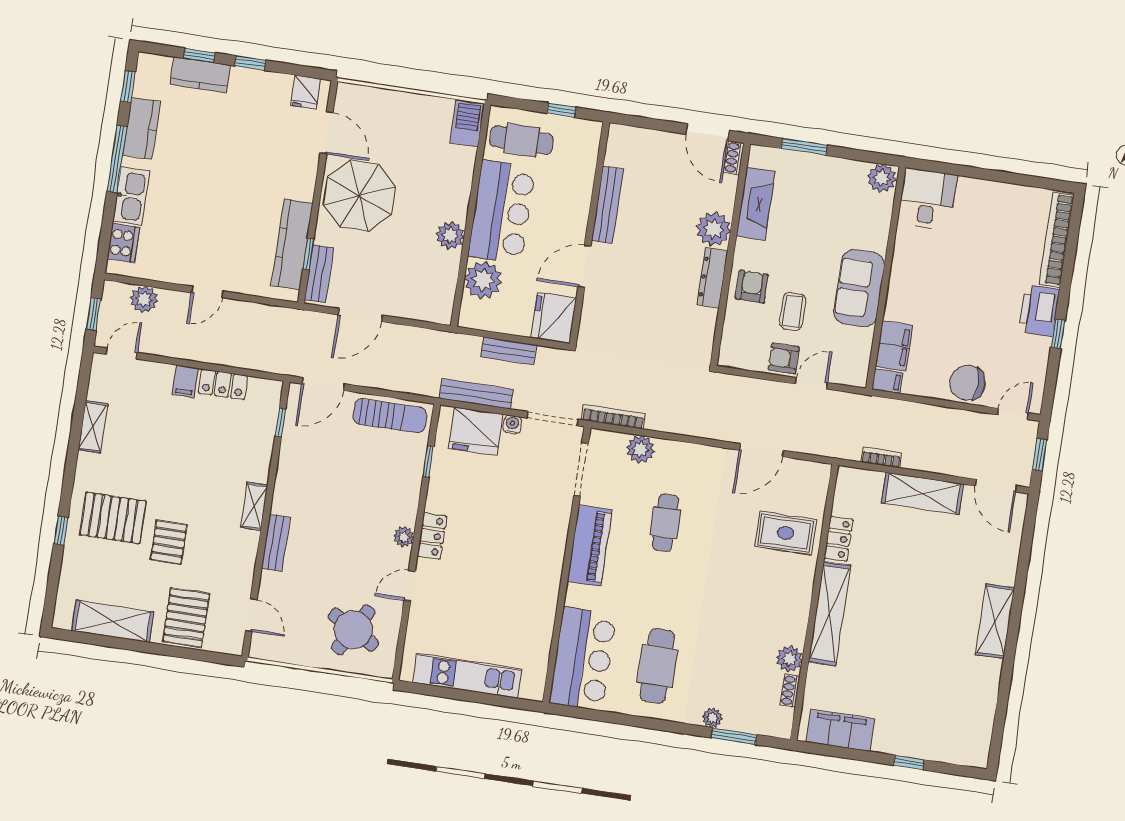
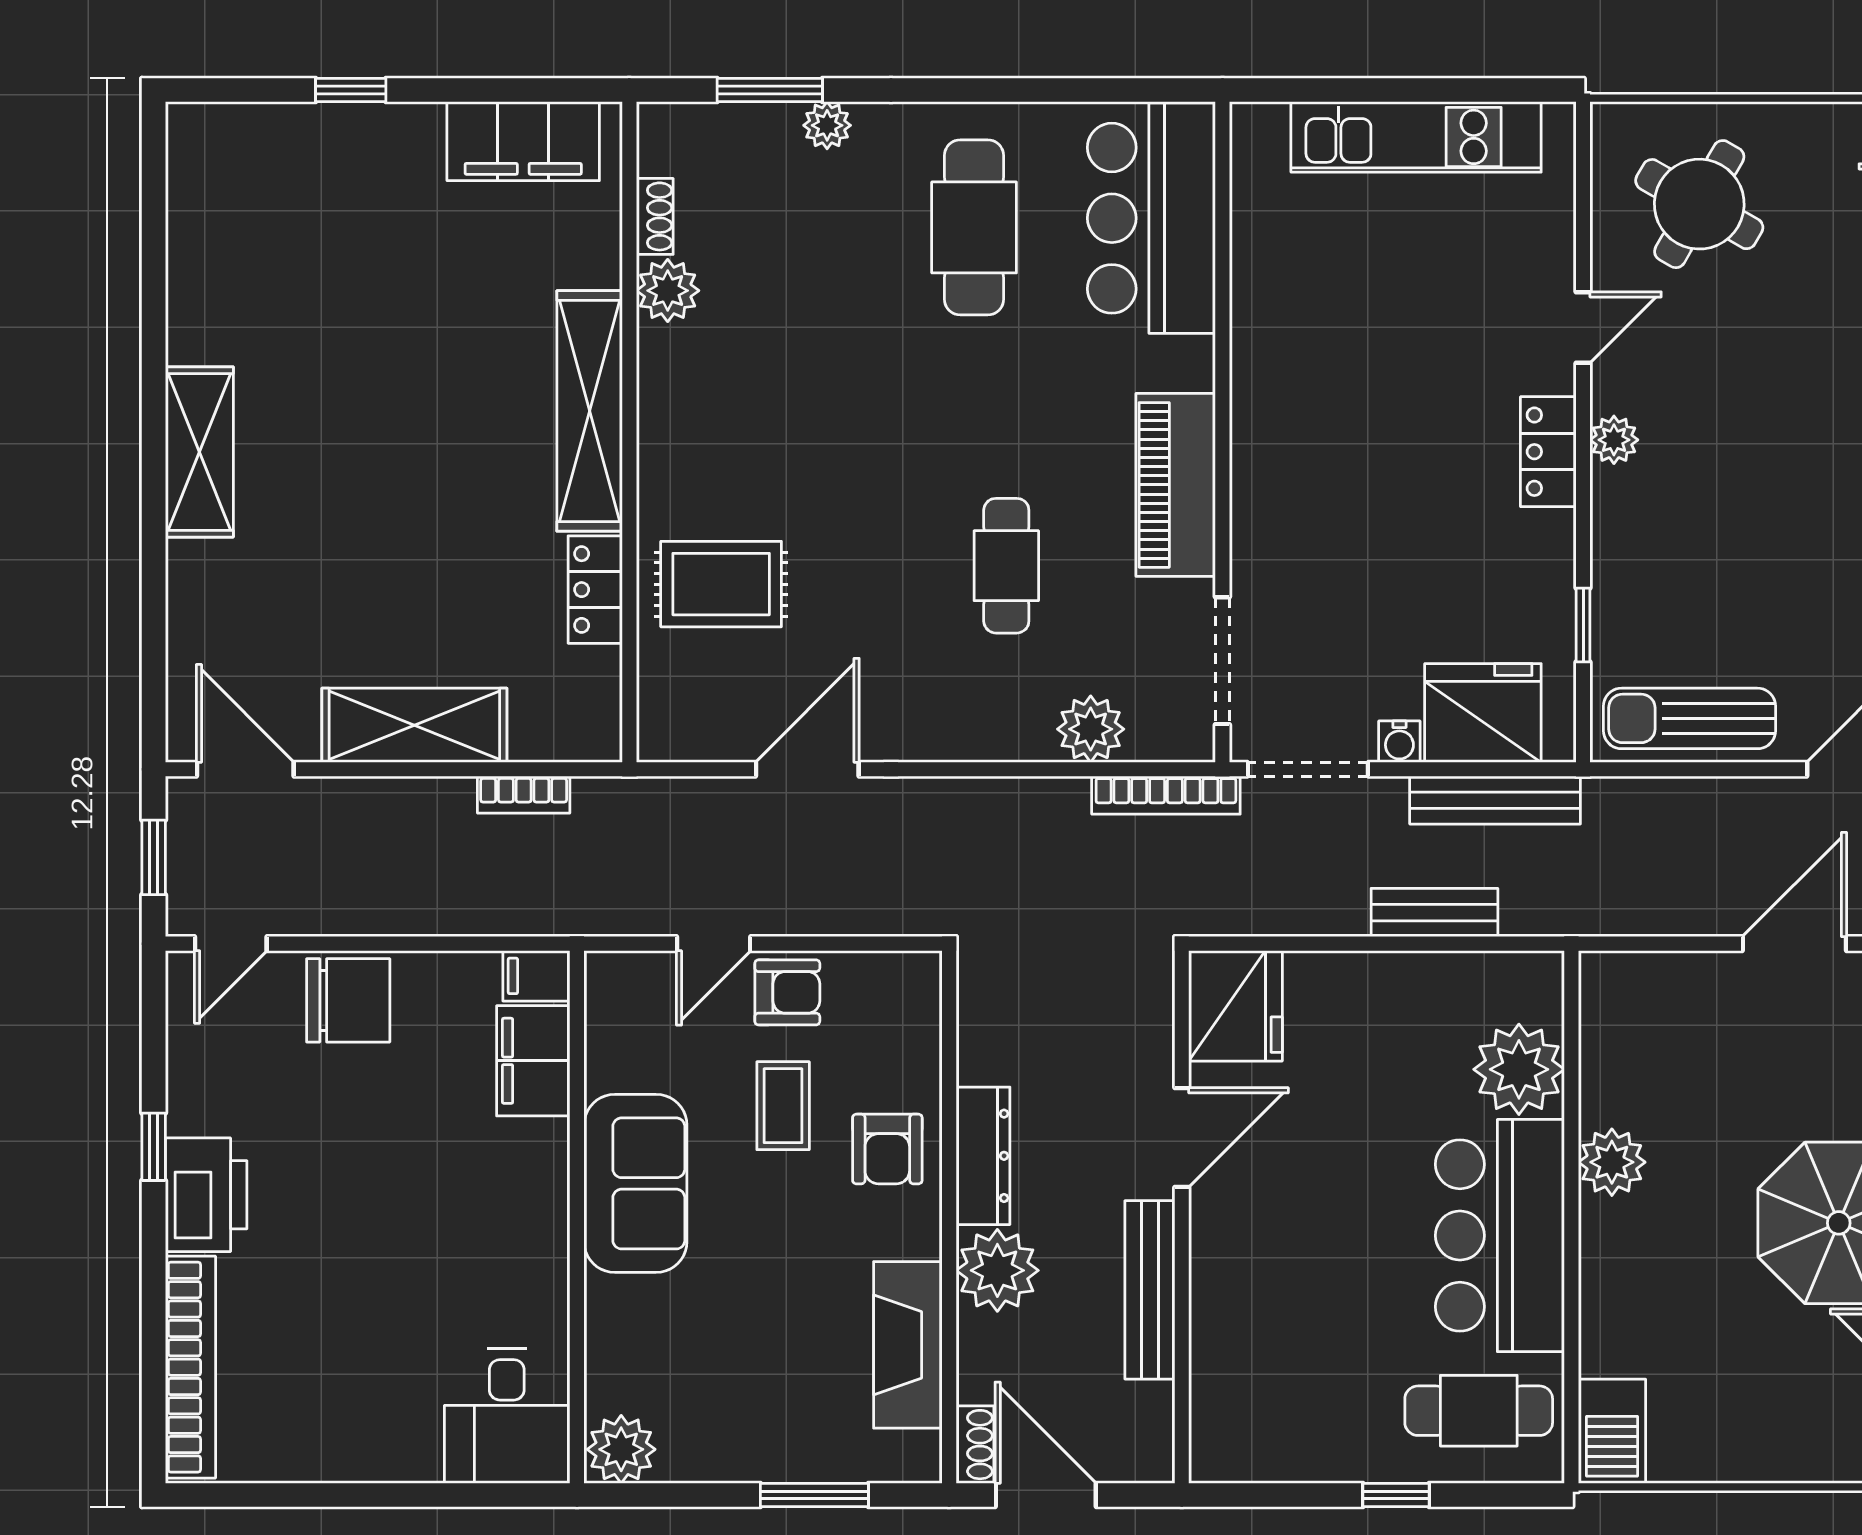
bench: (607, 205) -> (1150, 1290), moved
wall: (590, 233) -> (1182, 1217), moved
door: (585, 266) -> (1182, 1137), moved
fridge: (554, 318) -> (1236, 1006), moved

